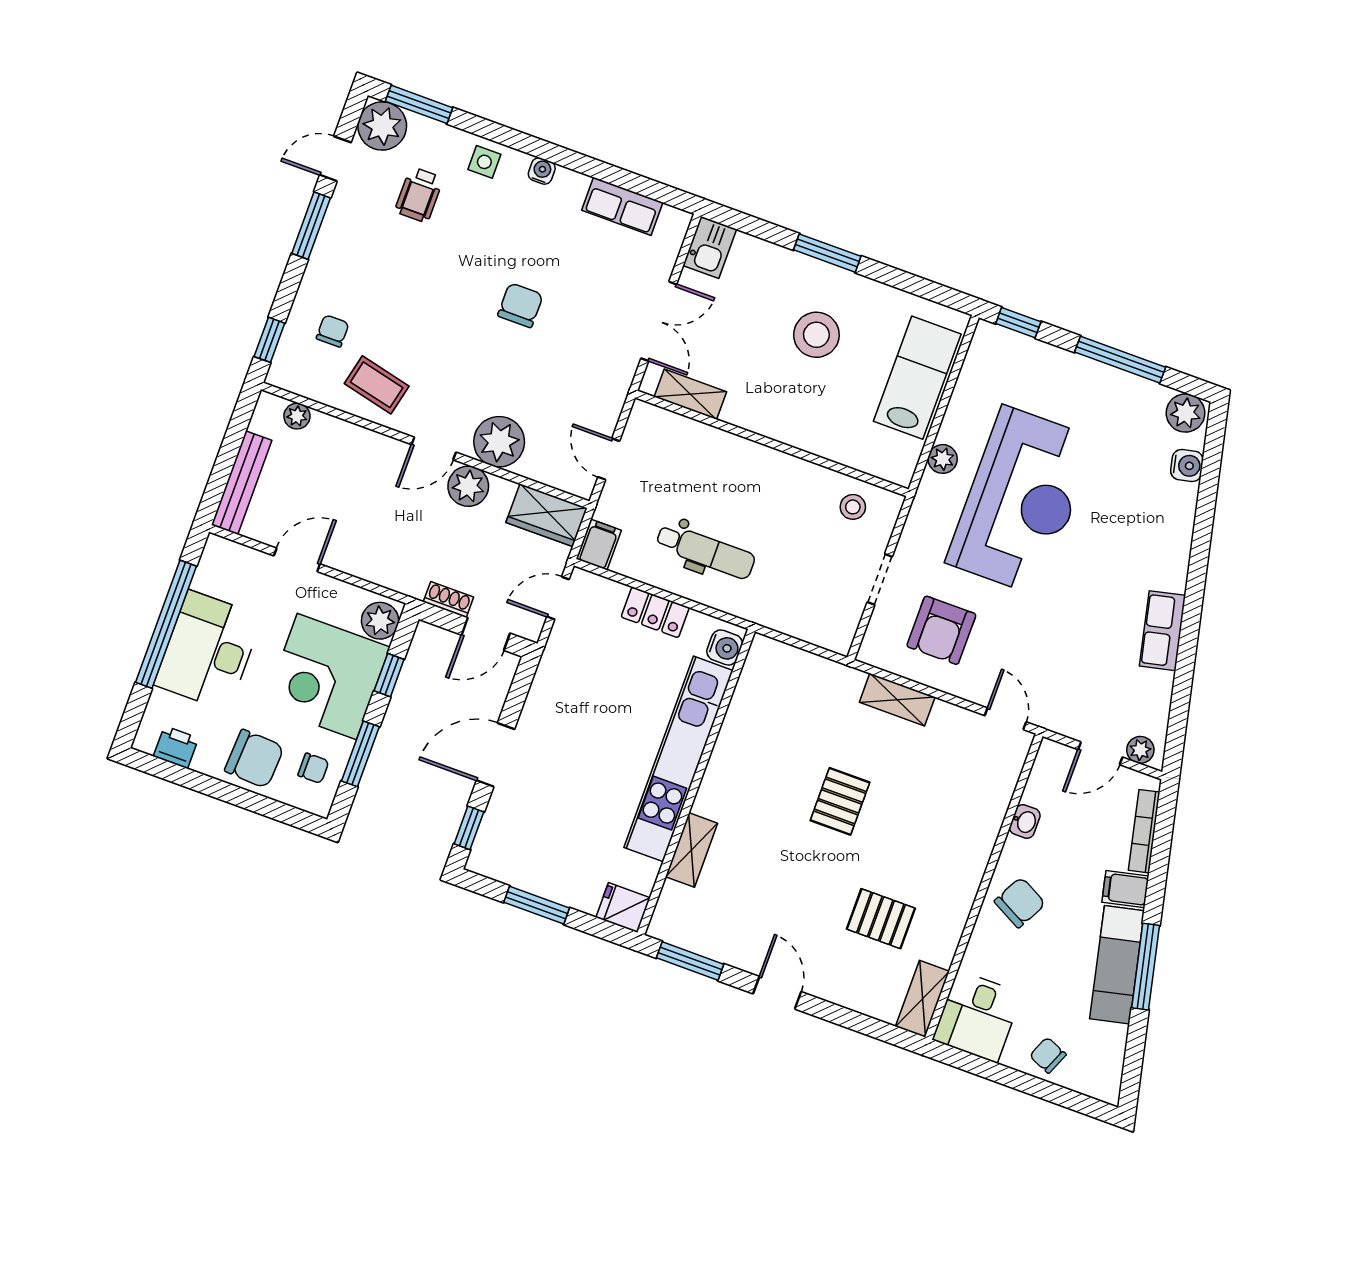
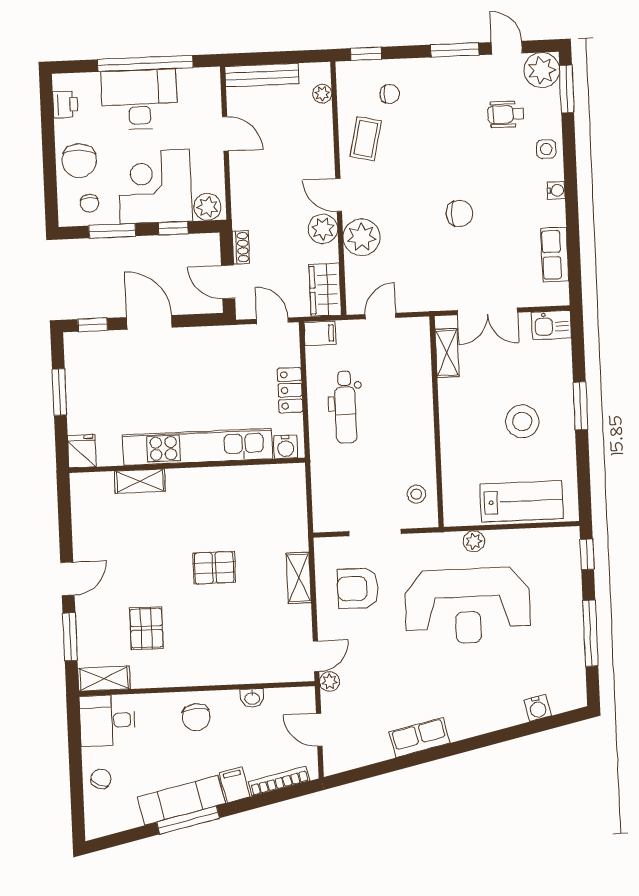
plant: (1186, 413) -> (573, 692), removed
doorway: (880, 579) -> (375, 533), width x1.38
plant: (1140, 750) -> (330, 682), moved
chair: (1020, 903) -> (196, 717), turned 58
window: (690, 961) -> (70, 637), moved

